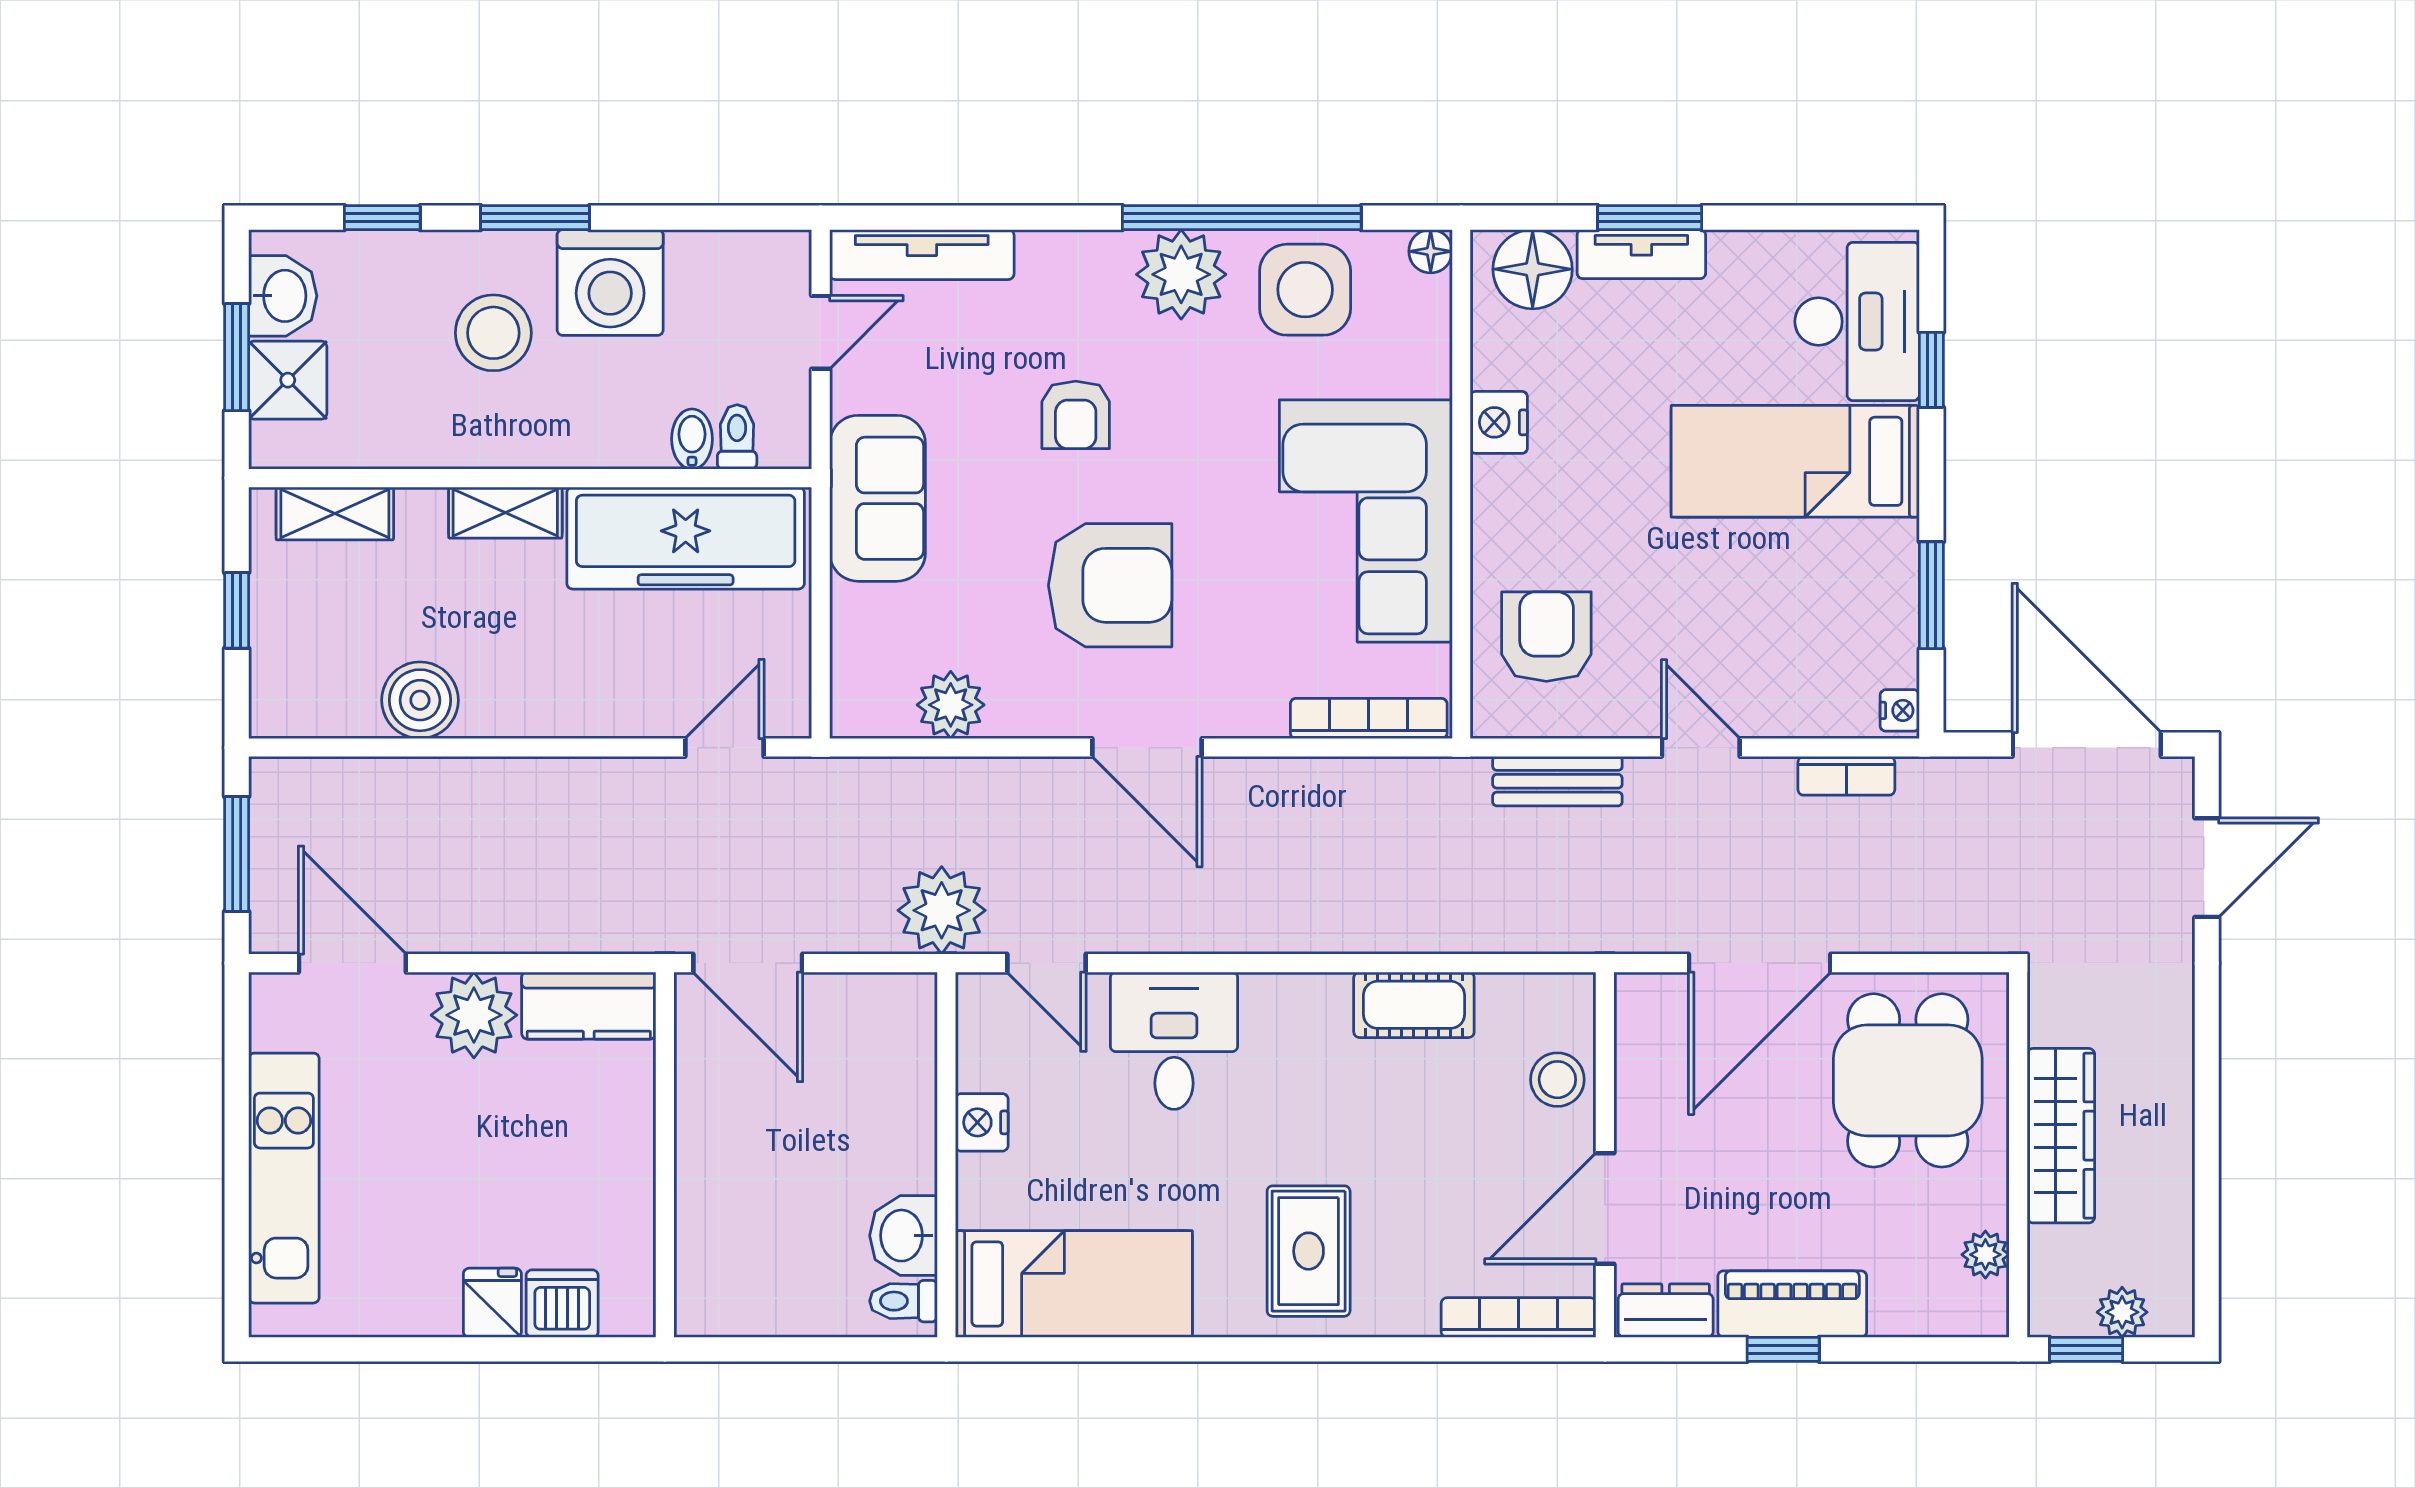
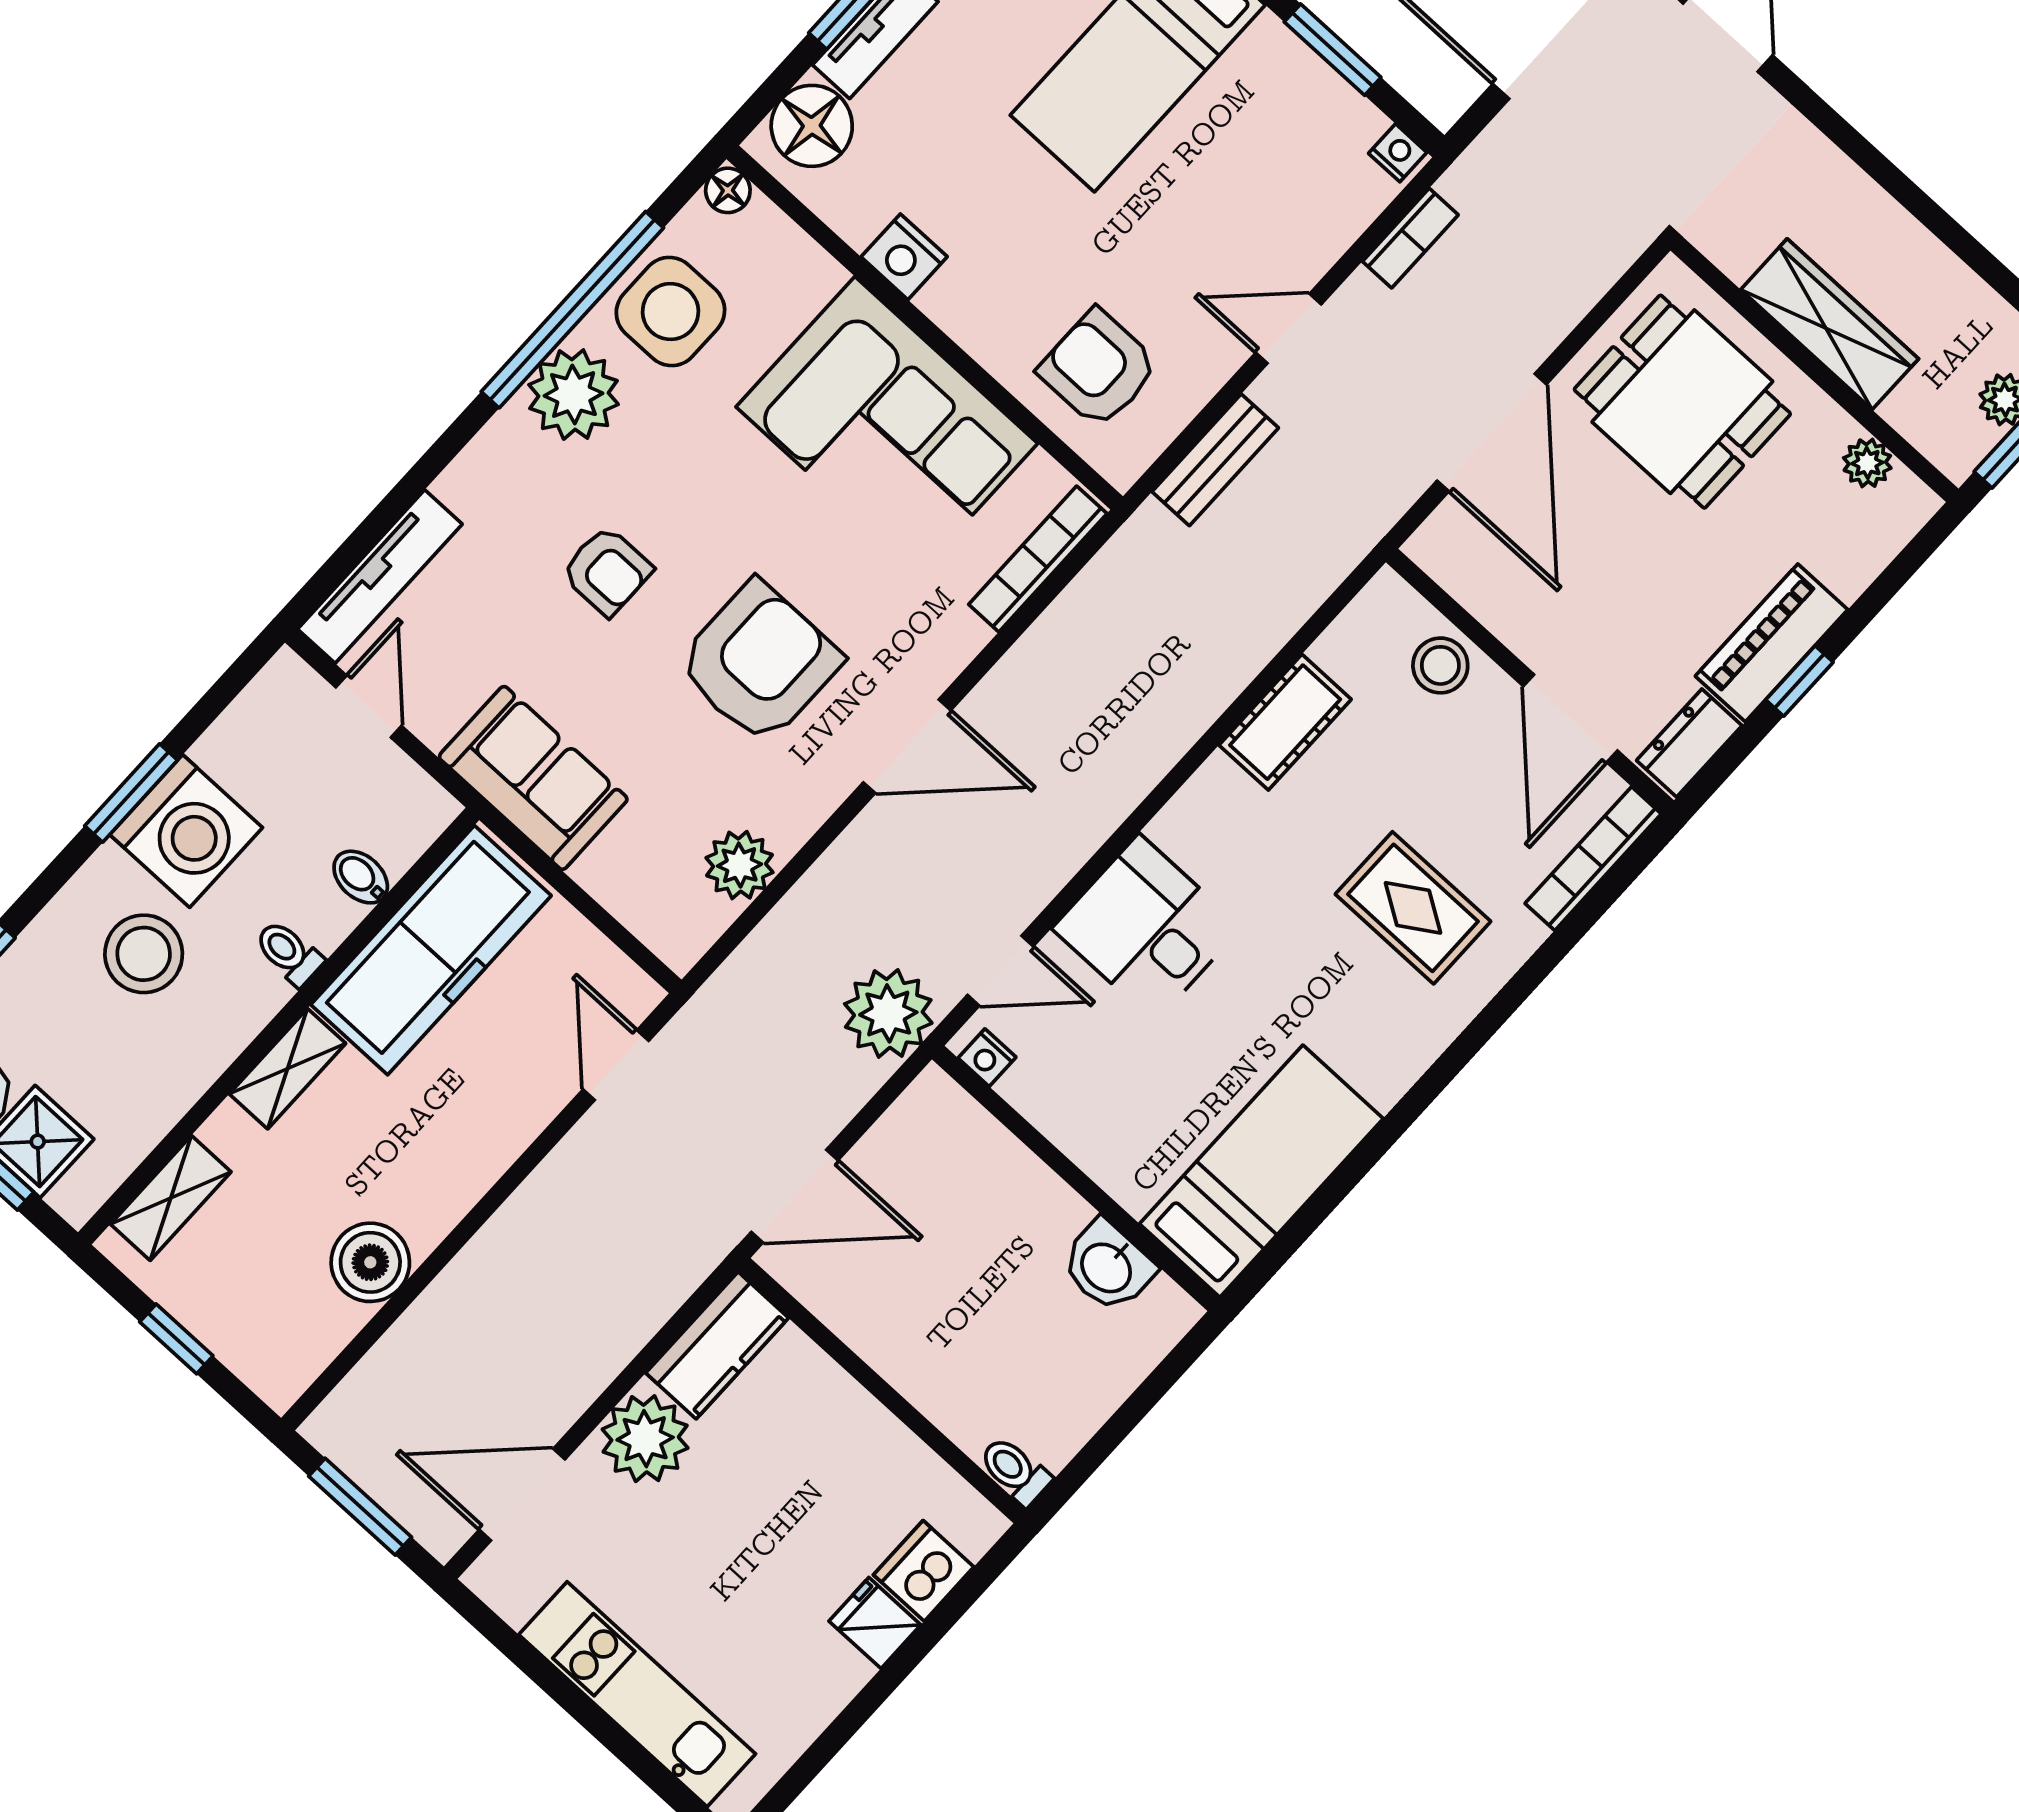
window: (535, 218) -> (131, 793), moved
toilet: (737, 437) -> (289, 953), moved
nightstand: (982, 1122) -> (987, 1058), moved, width x0.72, depth x0.74
rug: (1309, 1251) -> (1413, 908), moved
toilet: (903, 1301) -> (1015, 1471), moved, turned 90

